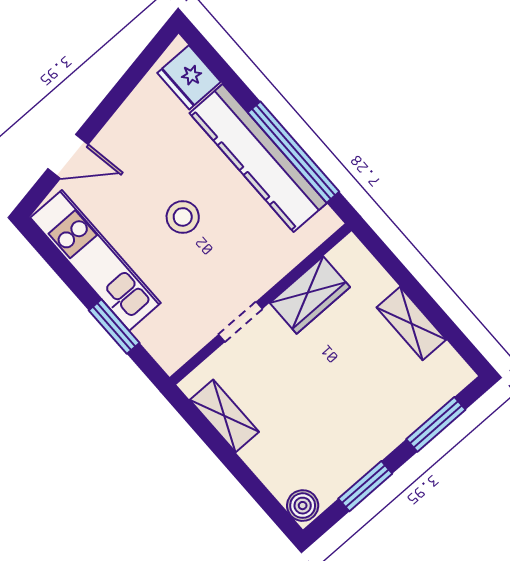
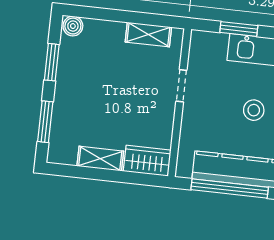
wardrobe: (310, 295) -> (147, 161), moved, turned 90

